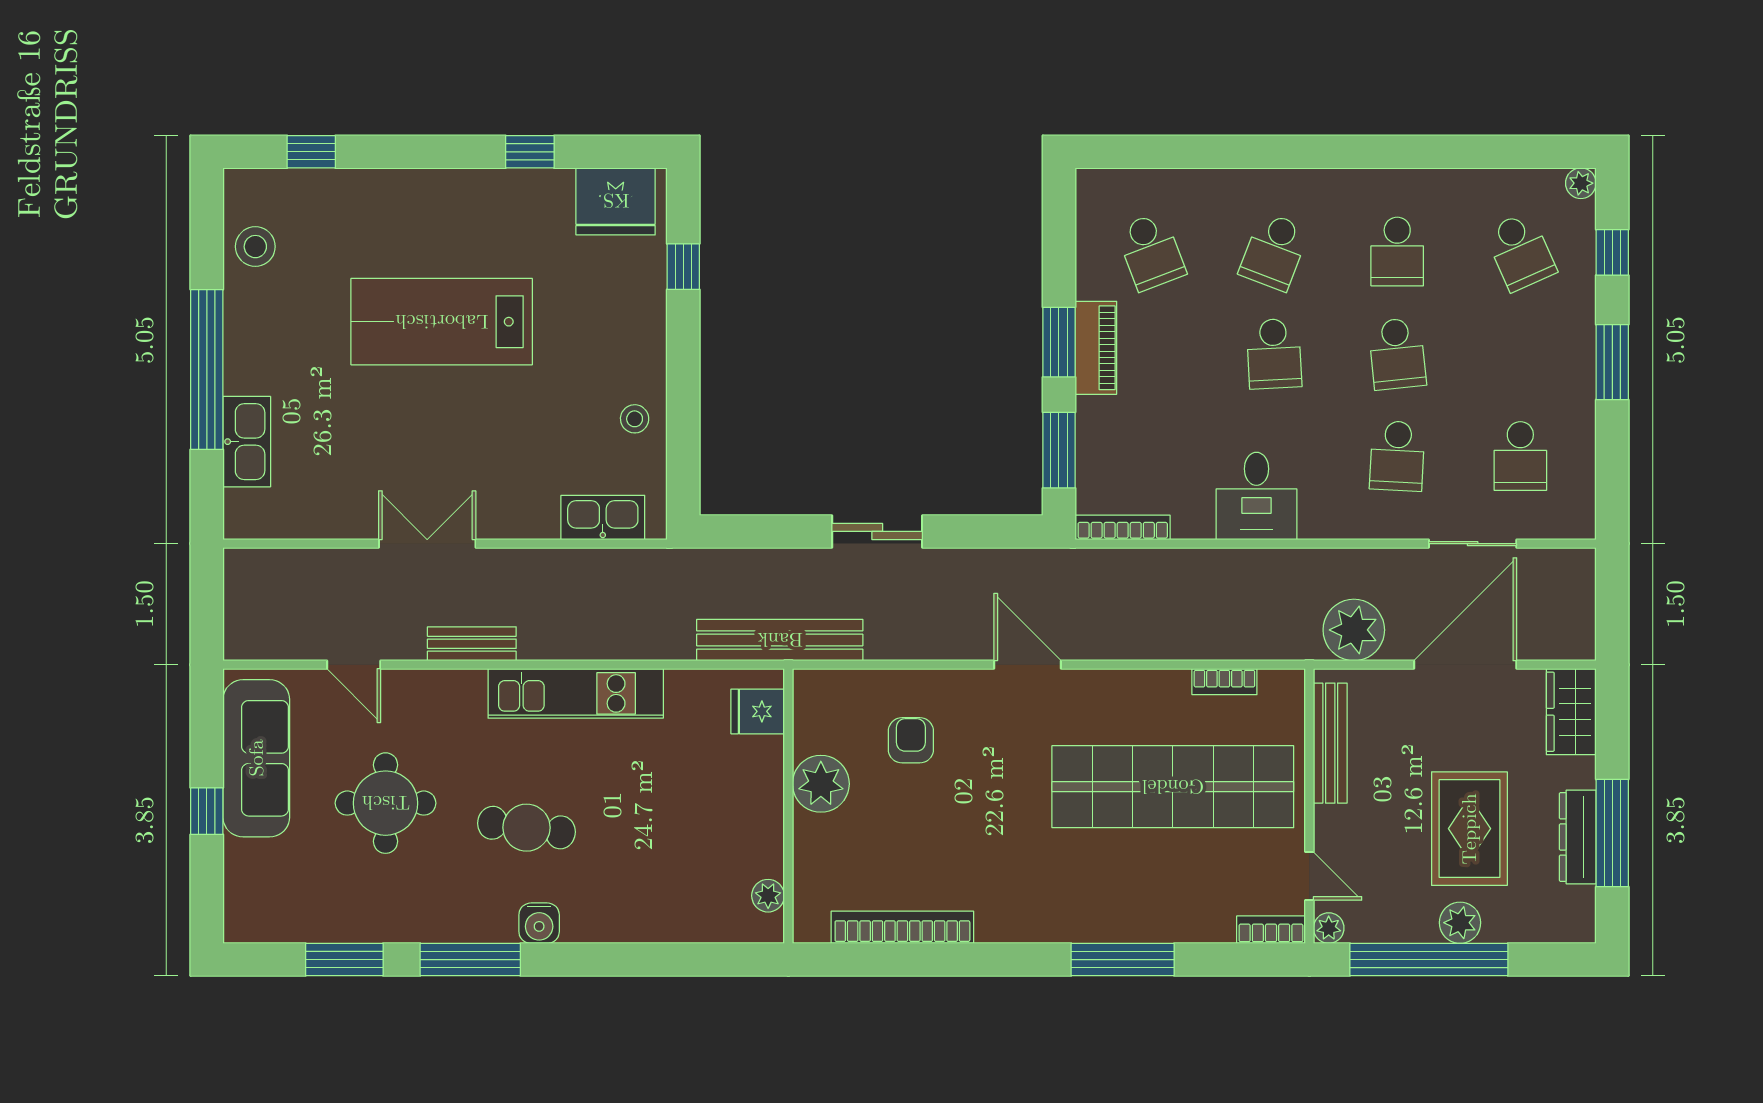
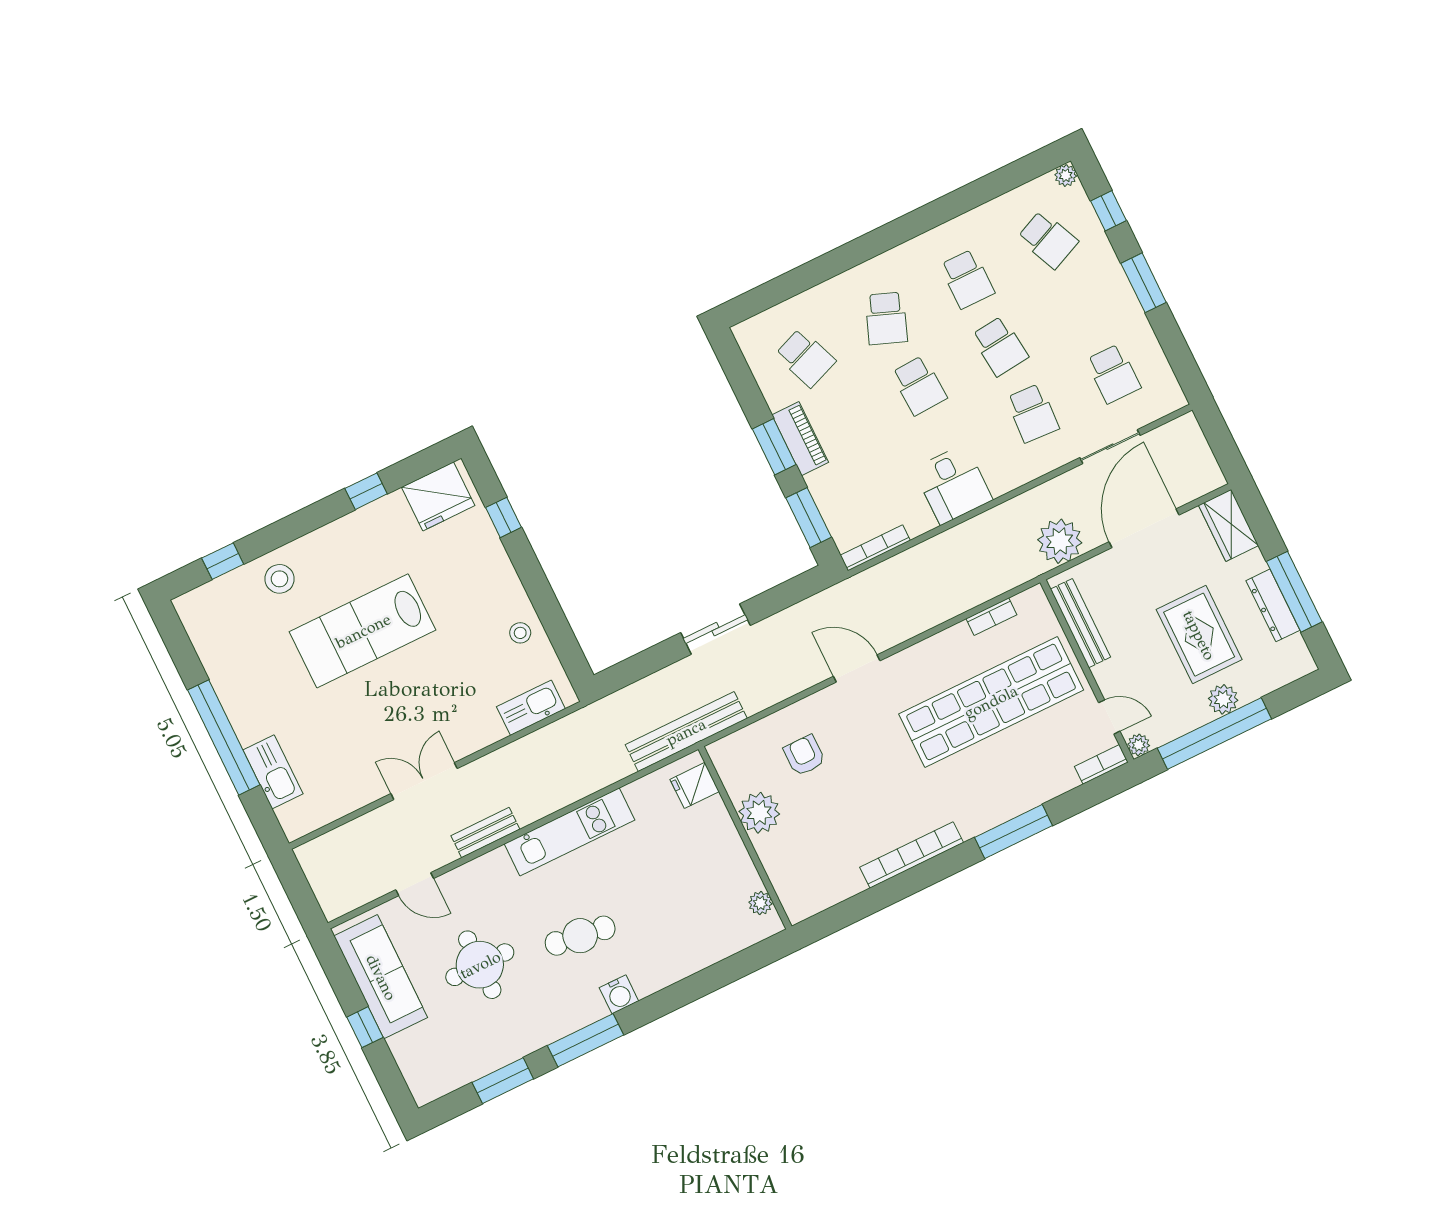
stool: (255, 247) -> (279, 579), moved
bookcase: (902, 927) -> (912, 855), moved

